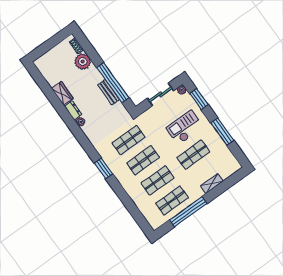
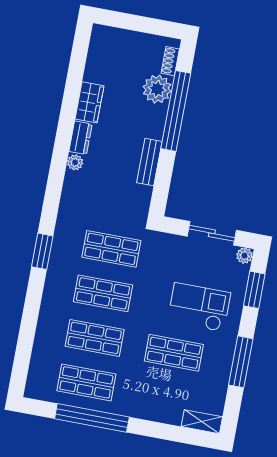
window: (113, 83) -> (176, 111), moved
shelving: (212, 184) -> (202, 422), moved

